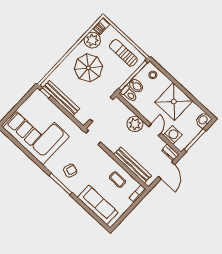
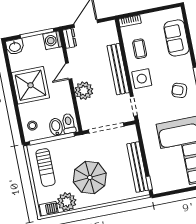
washing machine: (173, 135) -> (52, 40), moved
side table: (101, 160) -> (142, 79), added
bench: (133, 165) -> (118, 69), moved
sofa: (98, 205) -> (176, 38), width x0.73

